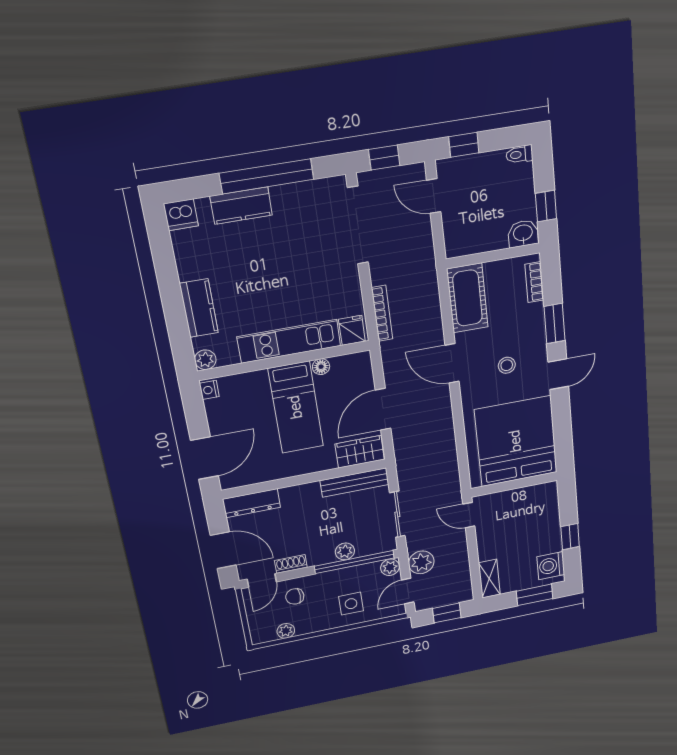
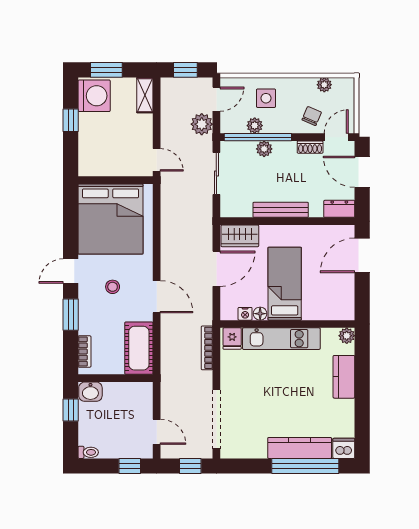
window: (267, 176) -> (305, 466), moved
kitchen counter: (241, 206) -> (300, 448), width x1.50
nightstand: (209, 390) -> (245, 314), moved, turned 90
bench: (354, 482) -> (281, 210), moved
dresser: (252, 503) -> (339, 209), width x0.70
washing machine: (551, 566) -> (94, 96), width x1.37, depth x1.37
plant: (390, 567) -> (255, 126), moved
chair: (295, 596) -> (312, 116), turned -67

